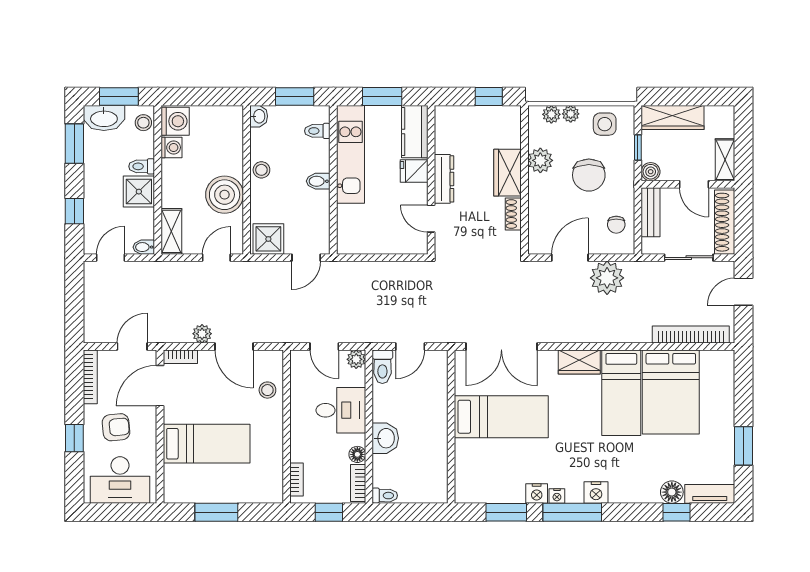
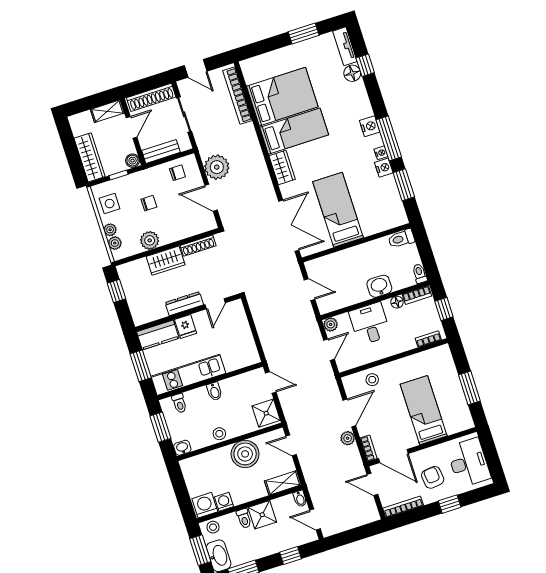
chair: (589, 175) -> (149, 203), width x0.54, depth x0.54
shoe rack: (513, 214) -> (198, 246), width x1.43
toilet: (382, 367) -> (401, 239), moved, turned 180

